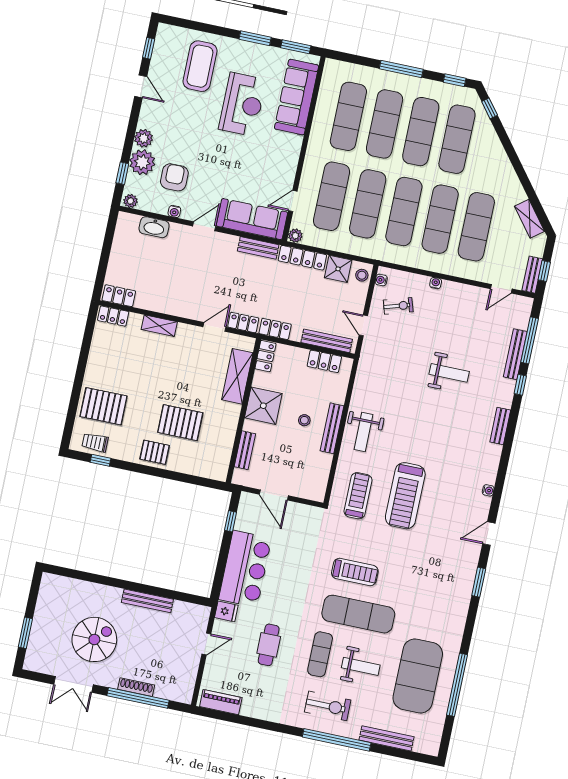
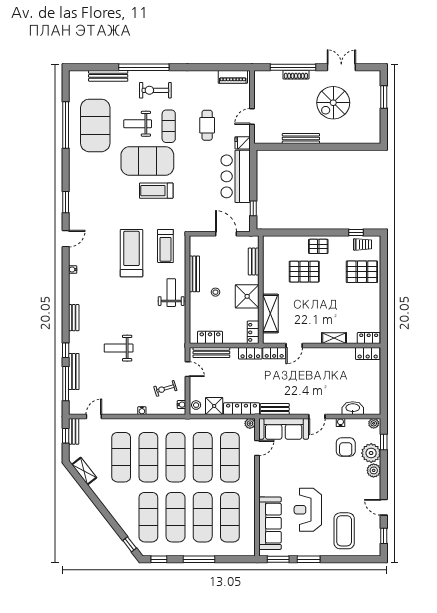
bench: (332, 428) -> (194, 274), moved
exercise mat: (358, 614) -> (147, 161), width x1.47

